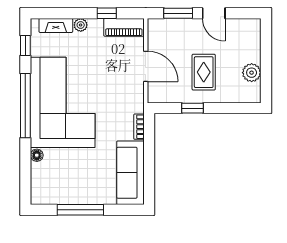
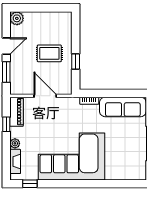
door: (146, 66) -> (45, 96), hinge flipped
plant: (252, 73) -> (17, 18), moved
window: (25, 106) -> (74, 184), removed
floor lamp: (37, 155) -> (110, 175), removed

